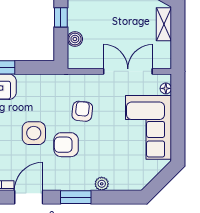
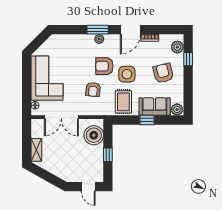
boiler: (75, 39) -> (94, 135), width x1.86, depth x1.86
rug: (39, 94) -> (123, 102), added
armchair: (66, 145) -> (104, 66), turned 180
plant: (102, 184) -> (99, 39), moved

